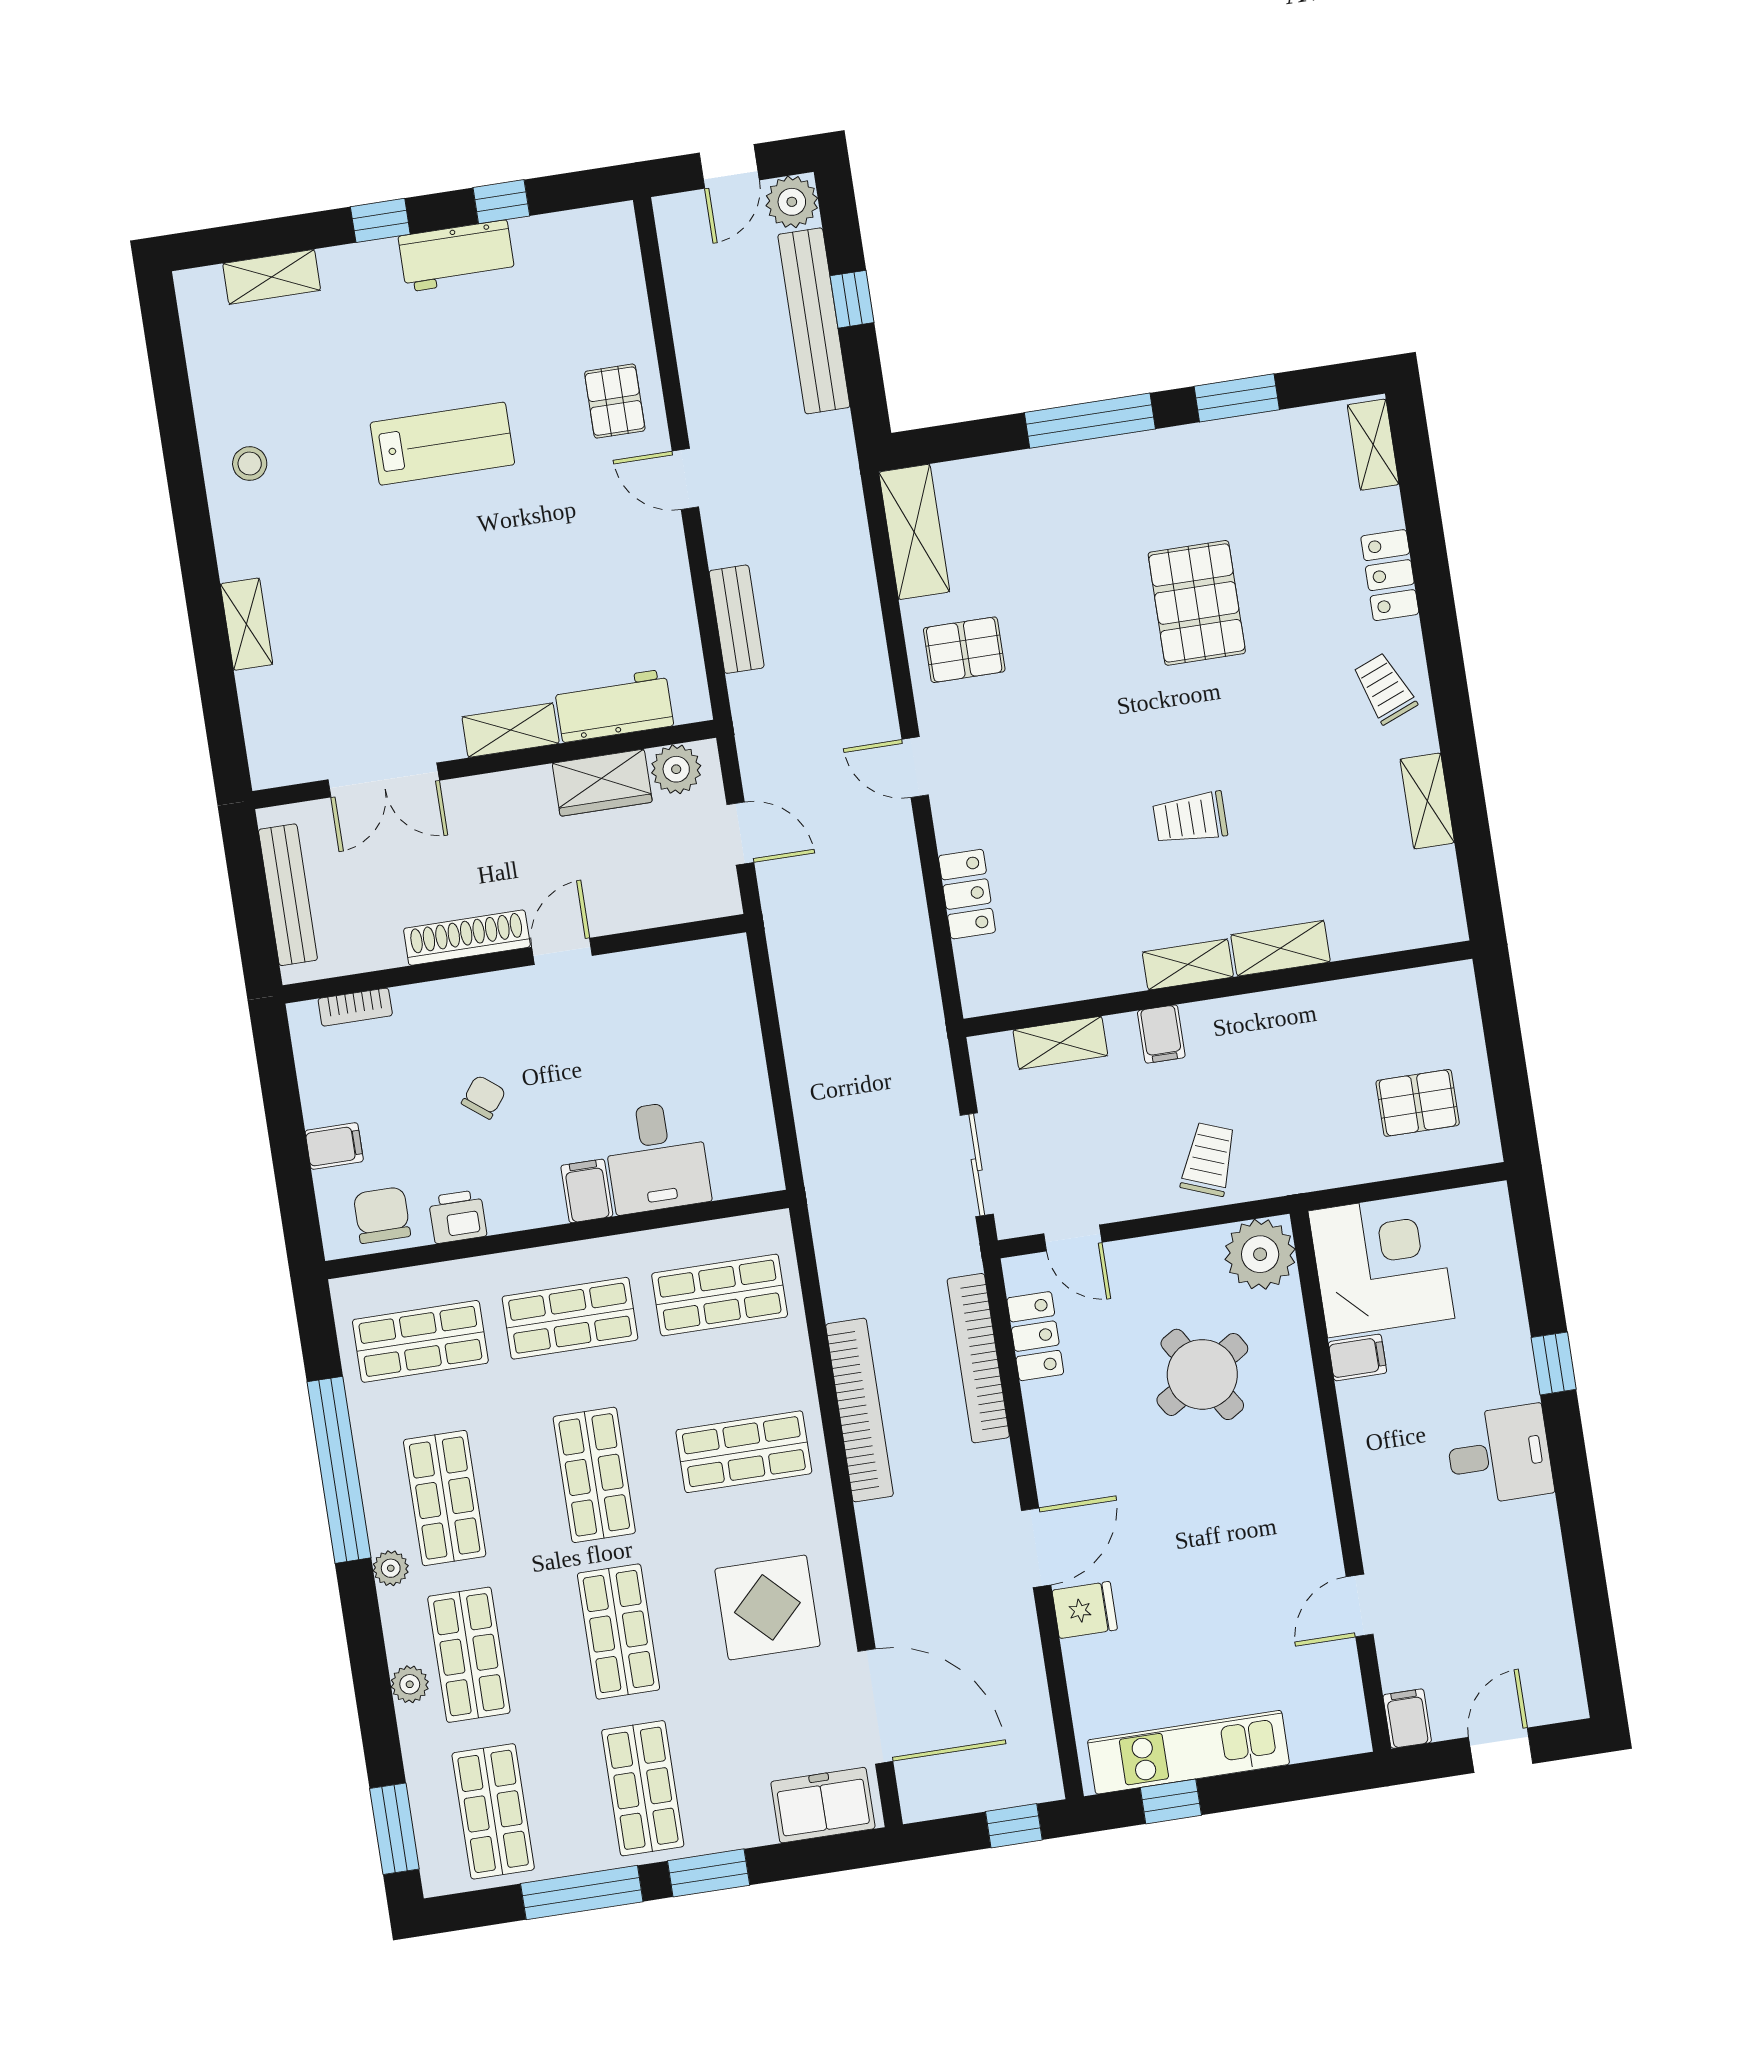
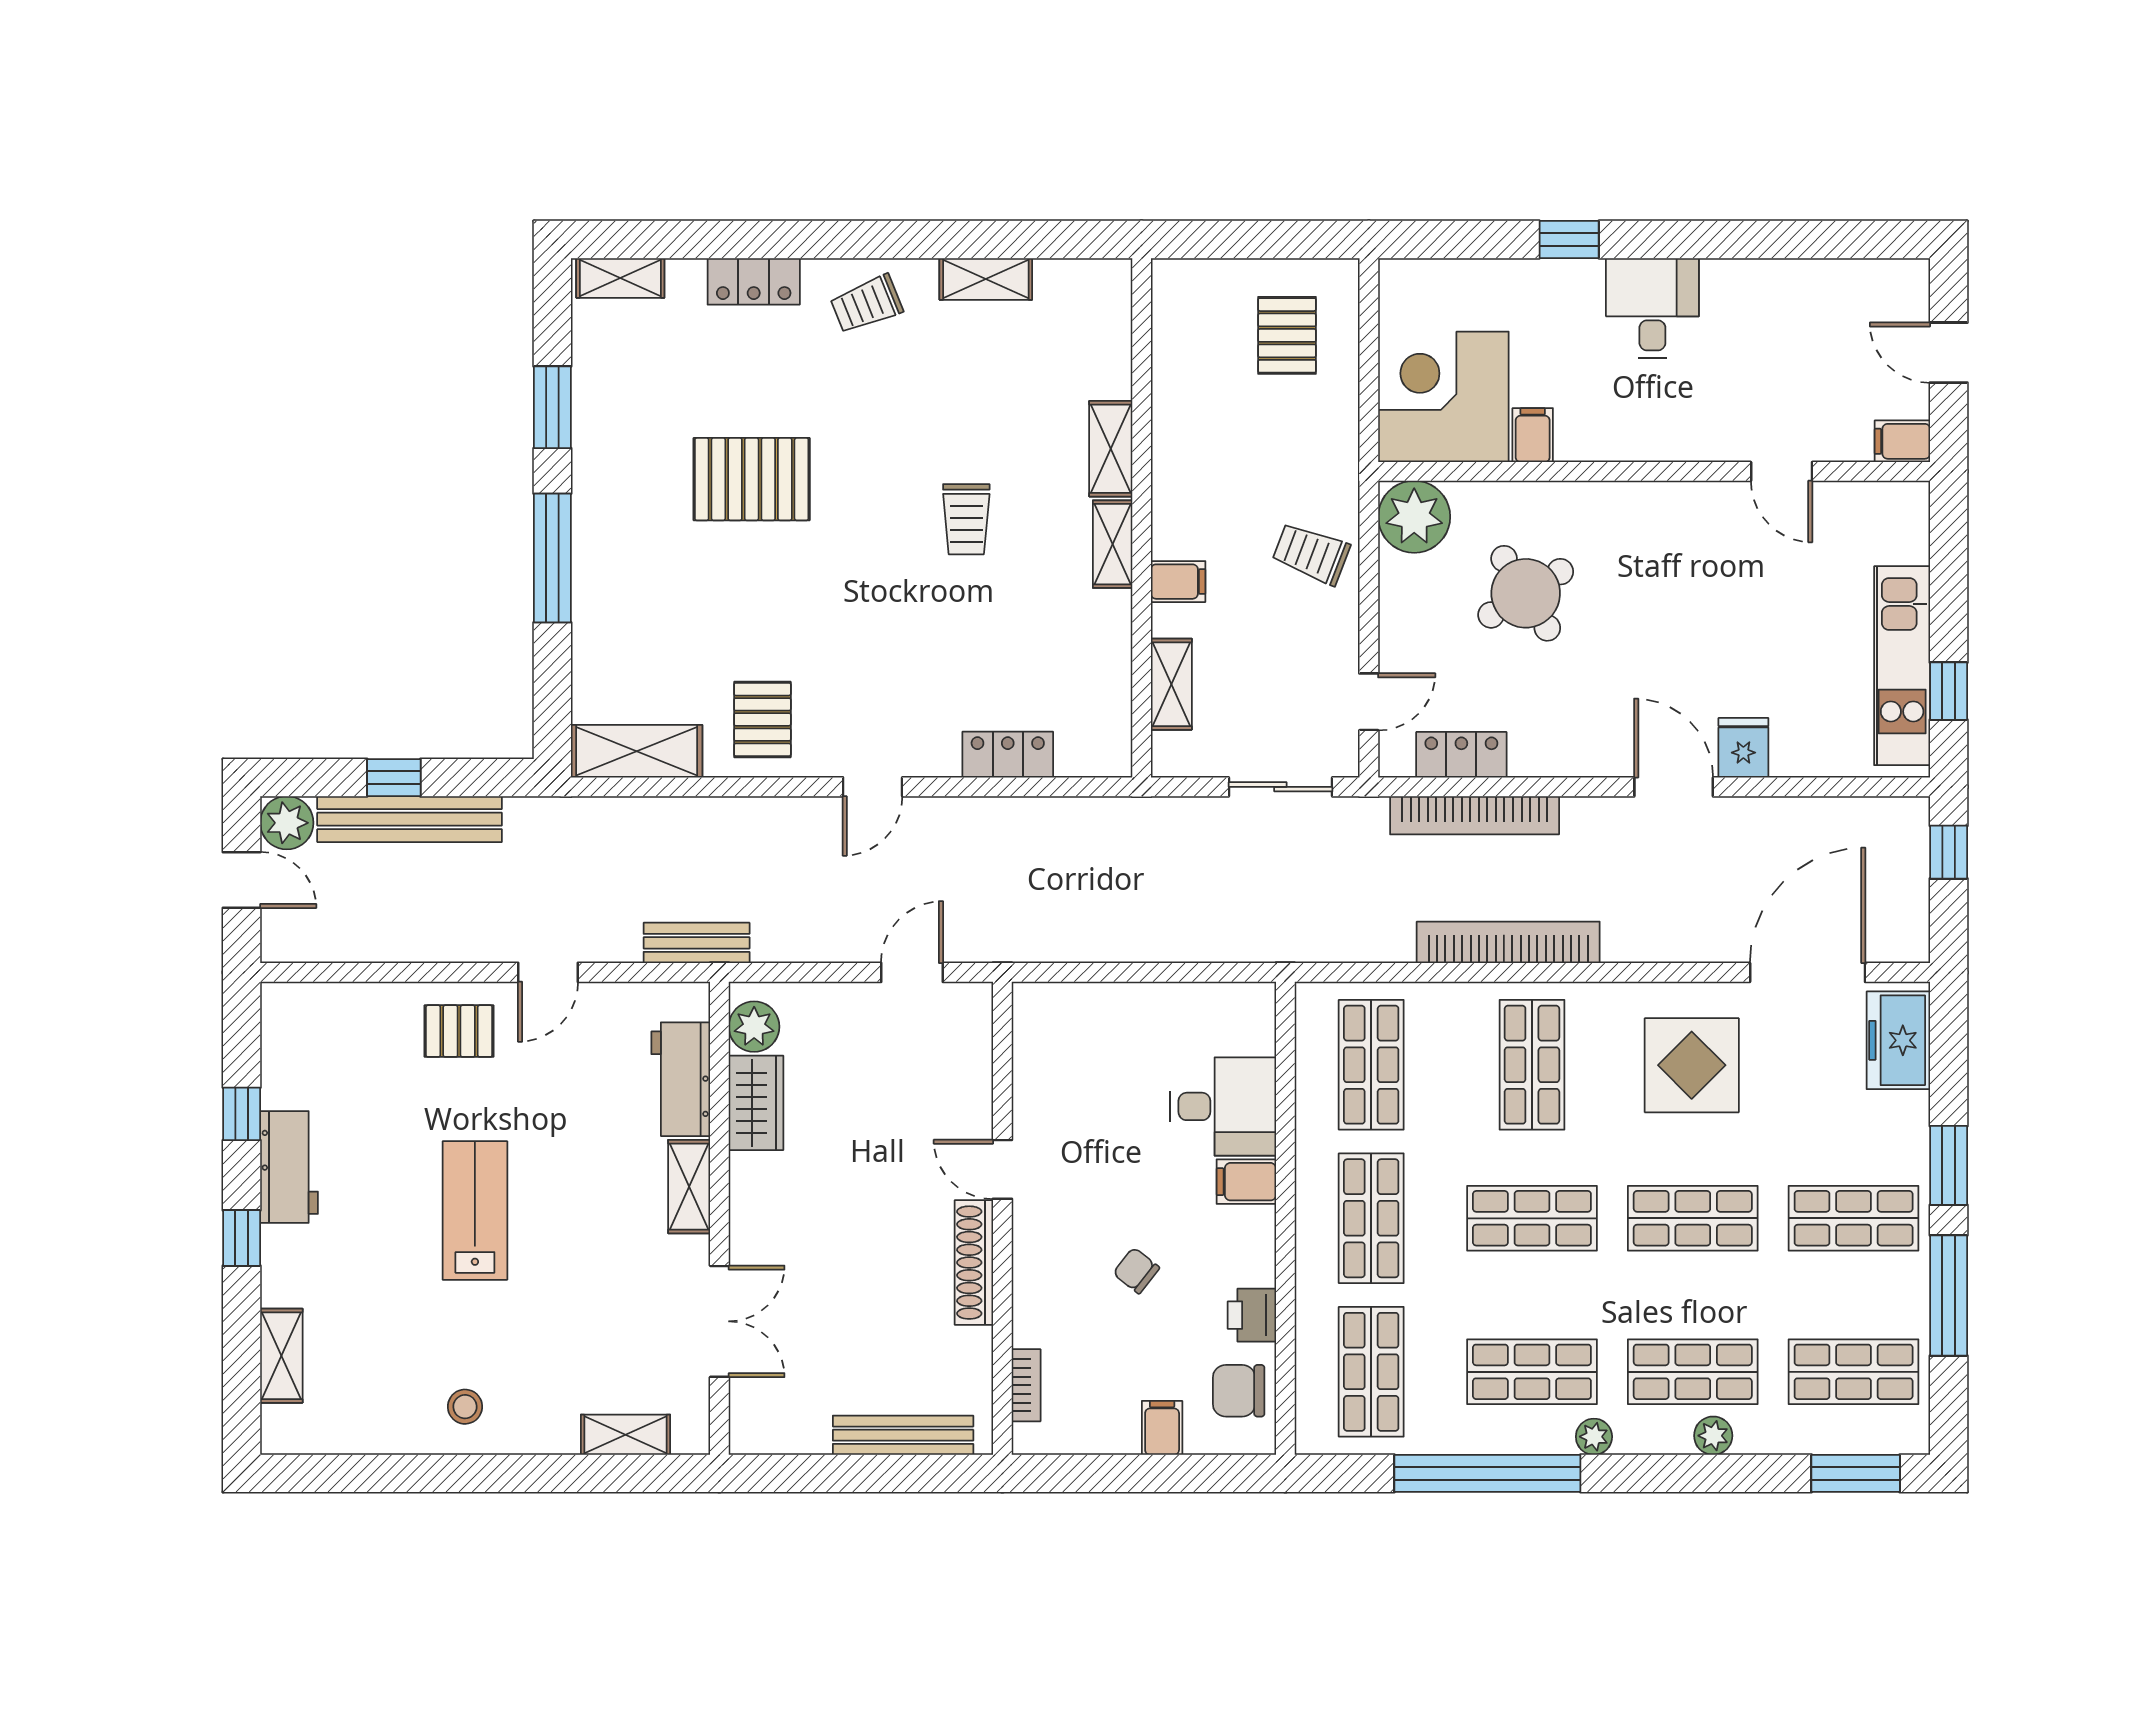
workbench: (614, 706) -> (681, 1079), moved
shelving: (511, 730) -> (689, 1187), moved
wall: (484, 764) -> (719, 1218), moved
plant: (676, 769) -> (754, 1027), moved
double door: (384, 780) -> (719, 1321), moved
wardrobe: (602, 783) -> (756, 1103), moved

